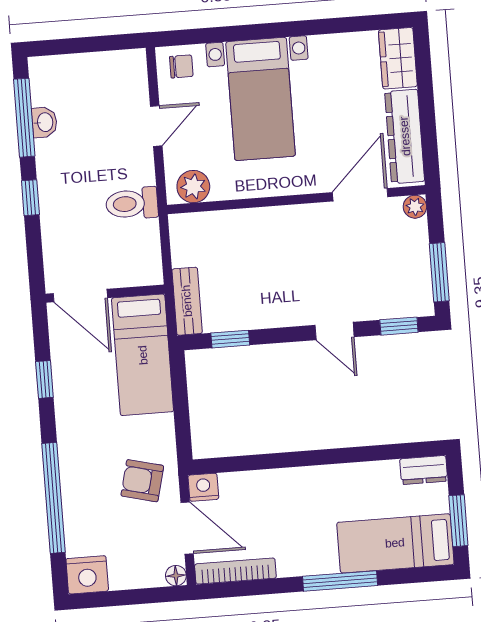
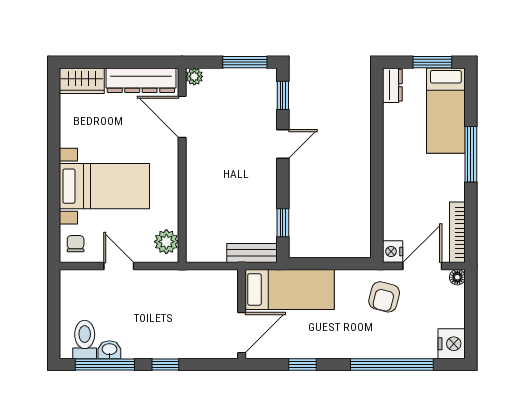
toilet: (132, 204) -> (85, 339), moved, turned 180

